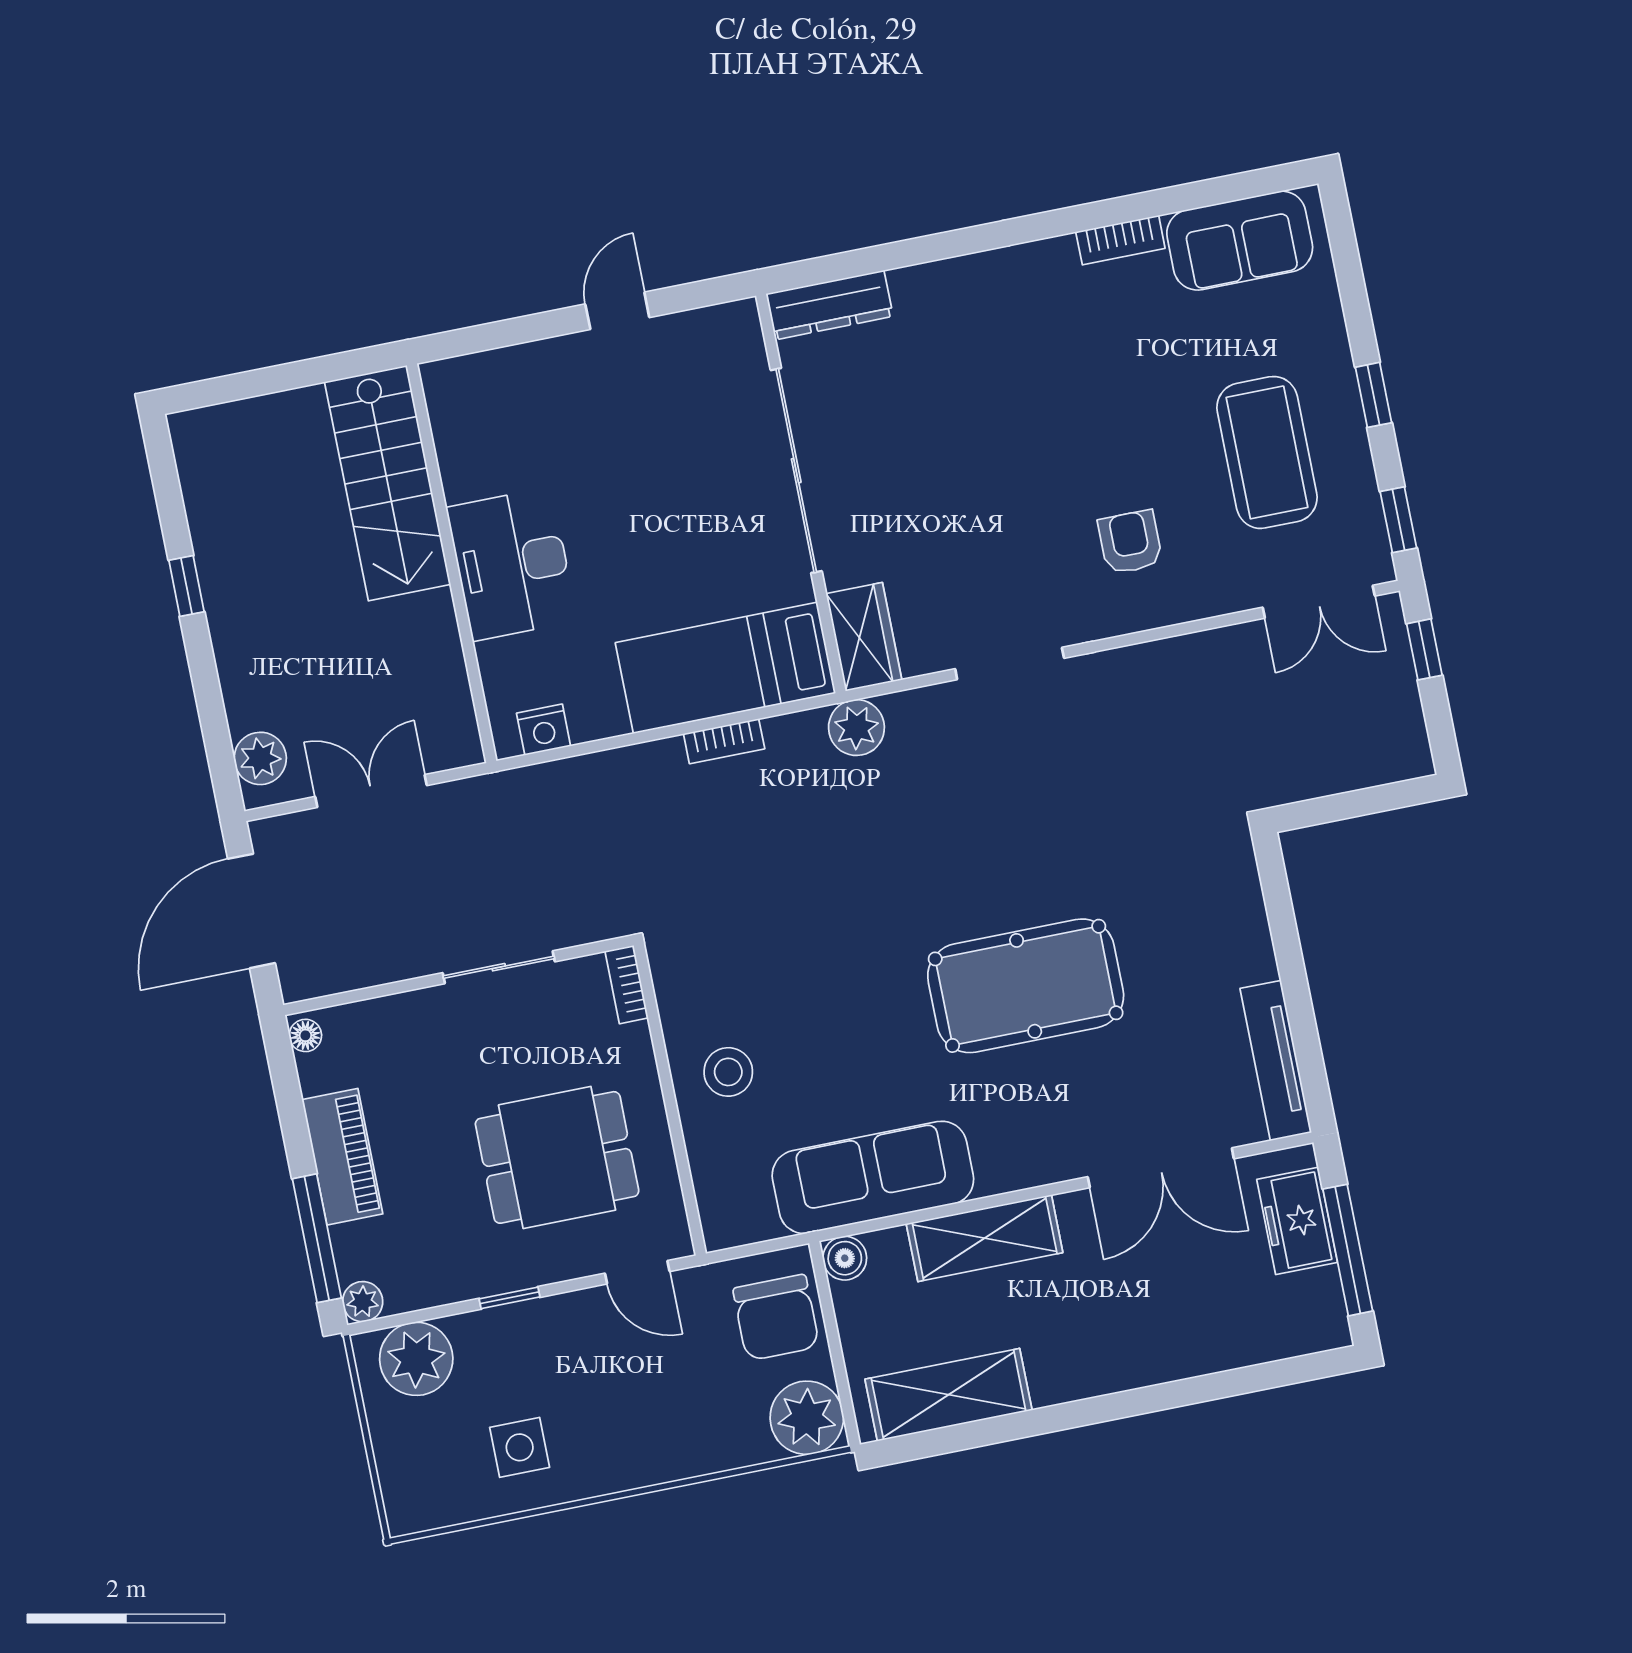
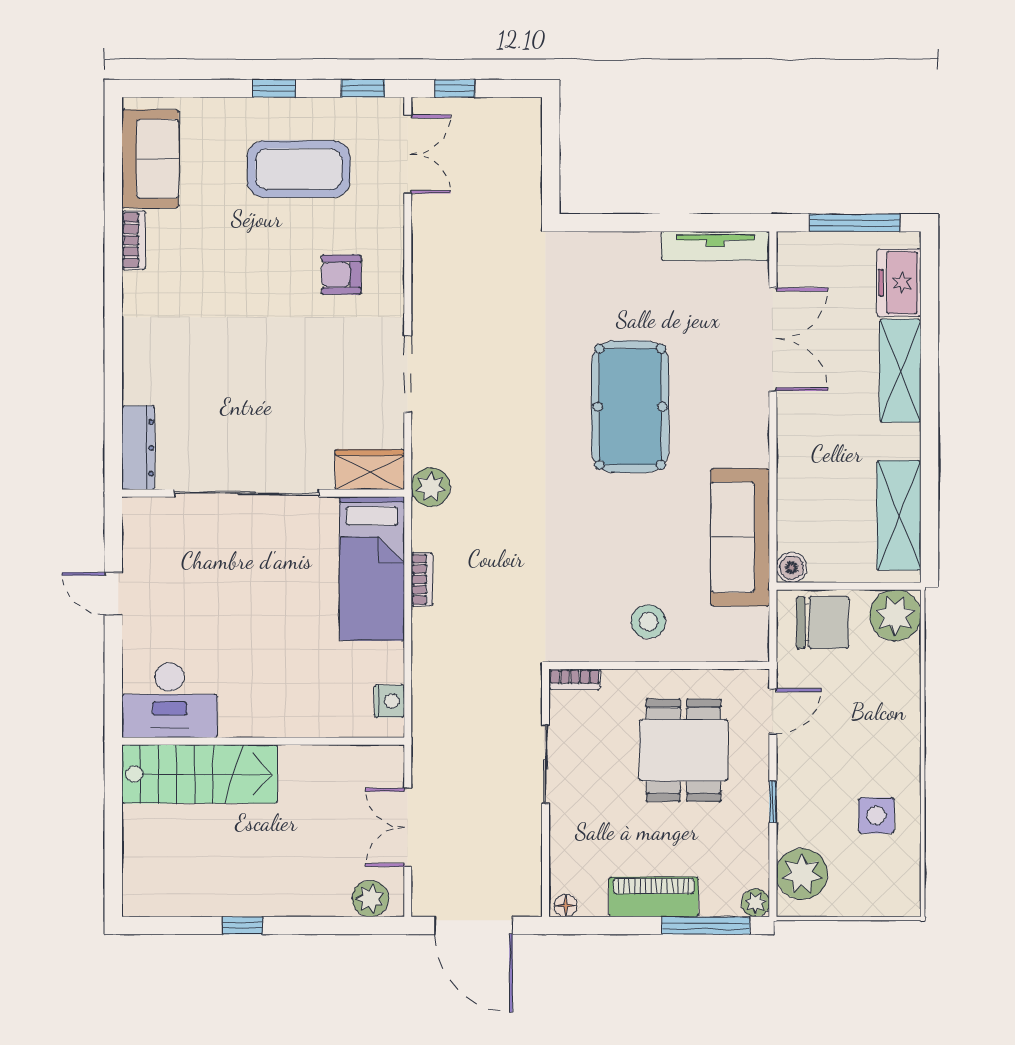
desk: (512, 564) -> (170, 700), moved
freezer: (1297, 1221) -> (899, 283), moved, turned 90
shelving: (985, 1238) -> (900, 371), moved

